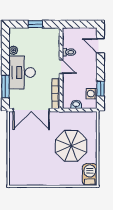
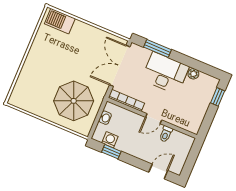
window: (35, 24) -> (218, 97), moved
parasol: (71, 146) -> (74, 101), moved
barbecue: (90, 174) -> (60, 21), moved, turned 180

